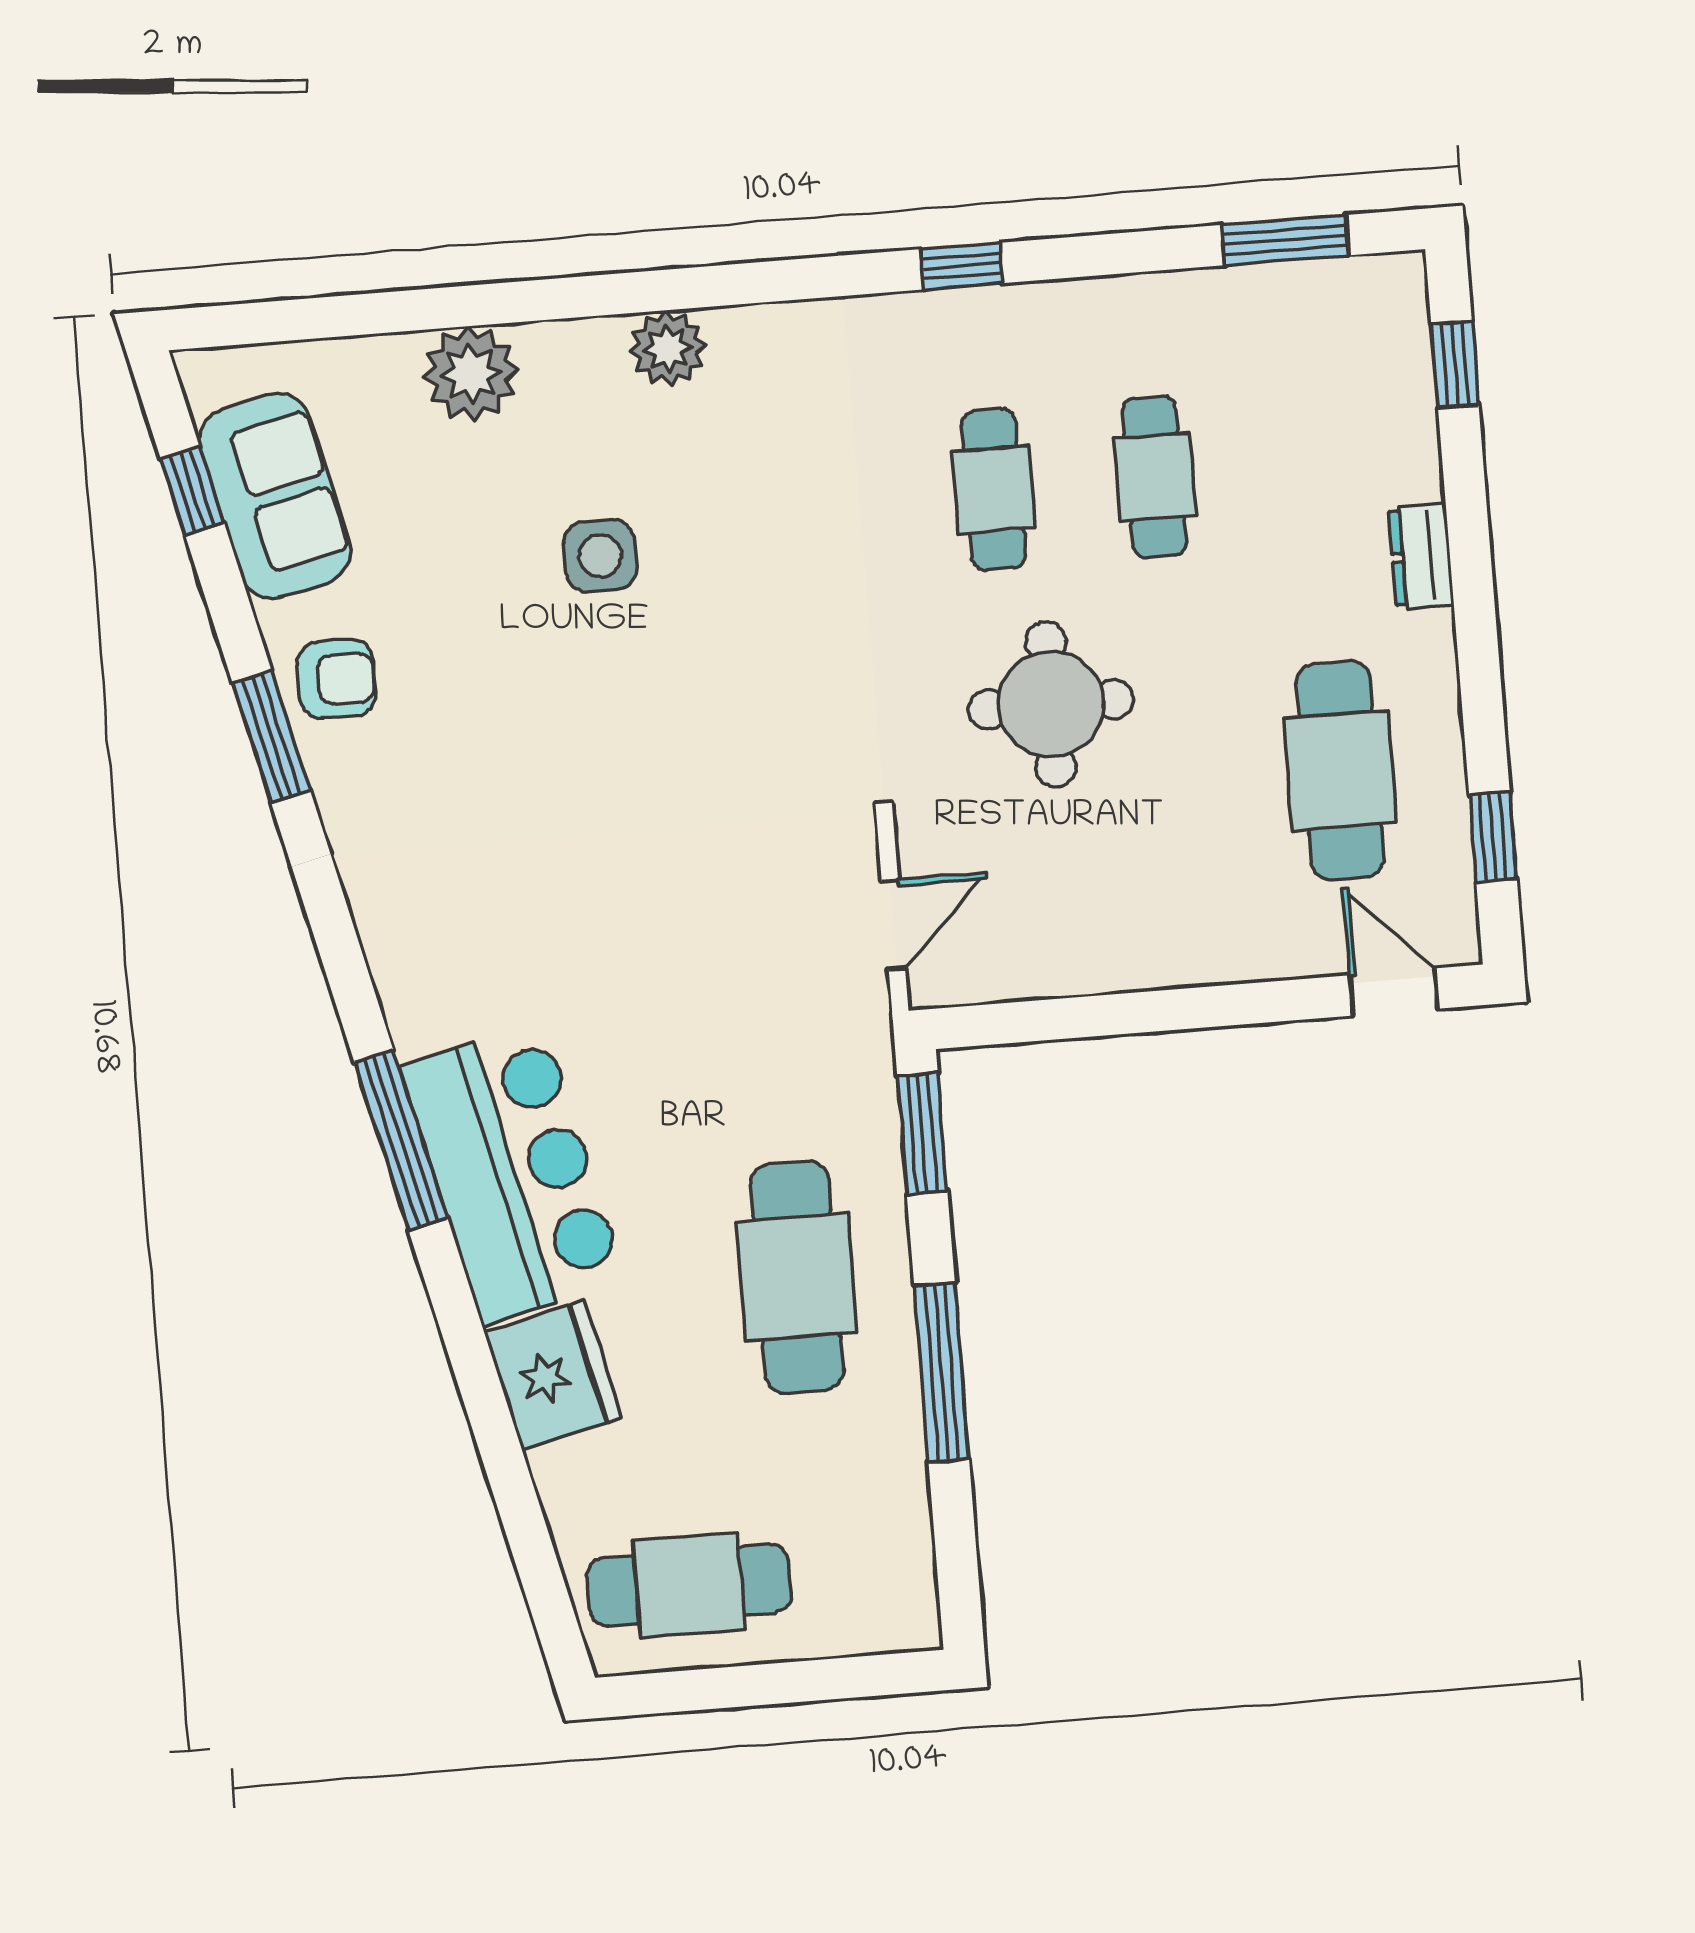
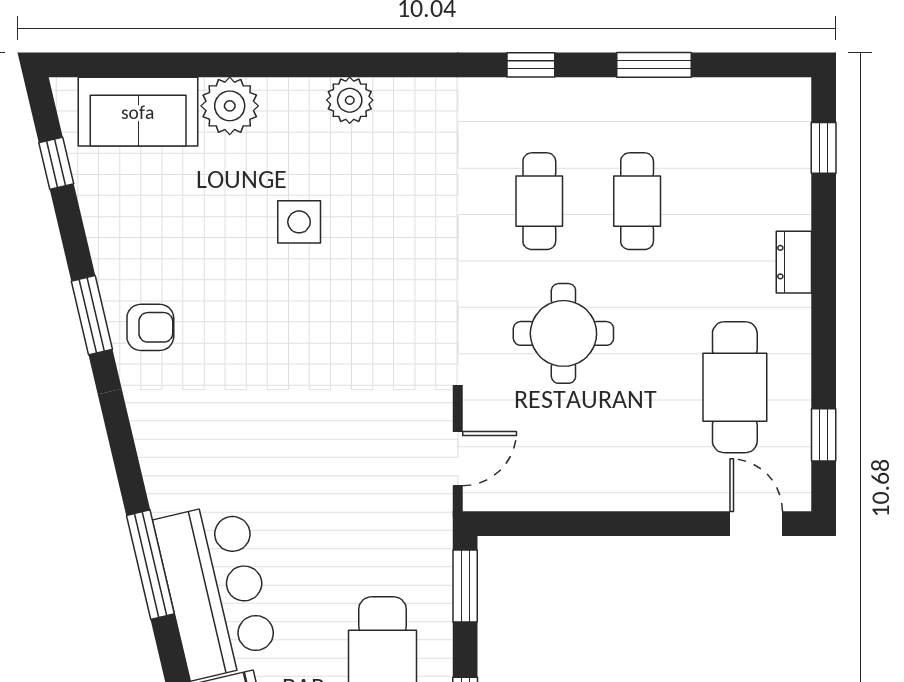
window: (1285, 240) -> (654, 65), moved
sofa: (275, 496) -> (138, 112), moved, turned 103
armchair: (337, 679) -> (150, 327), moved

